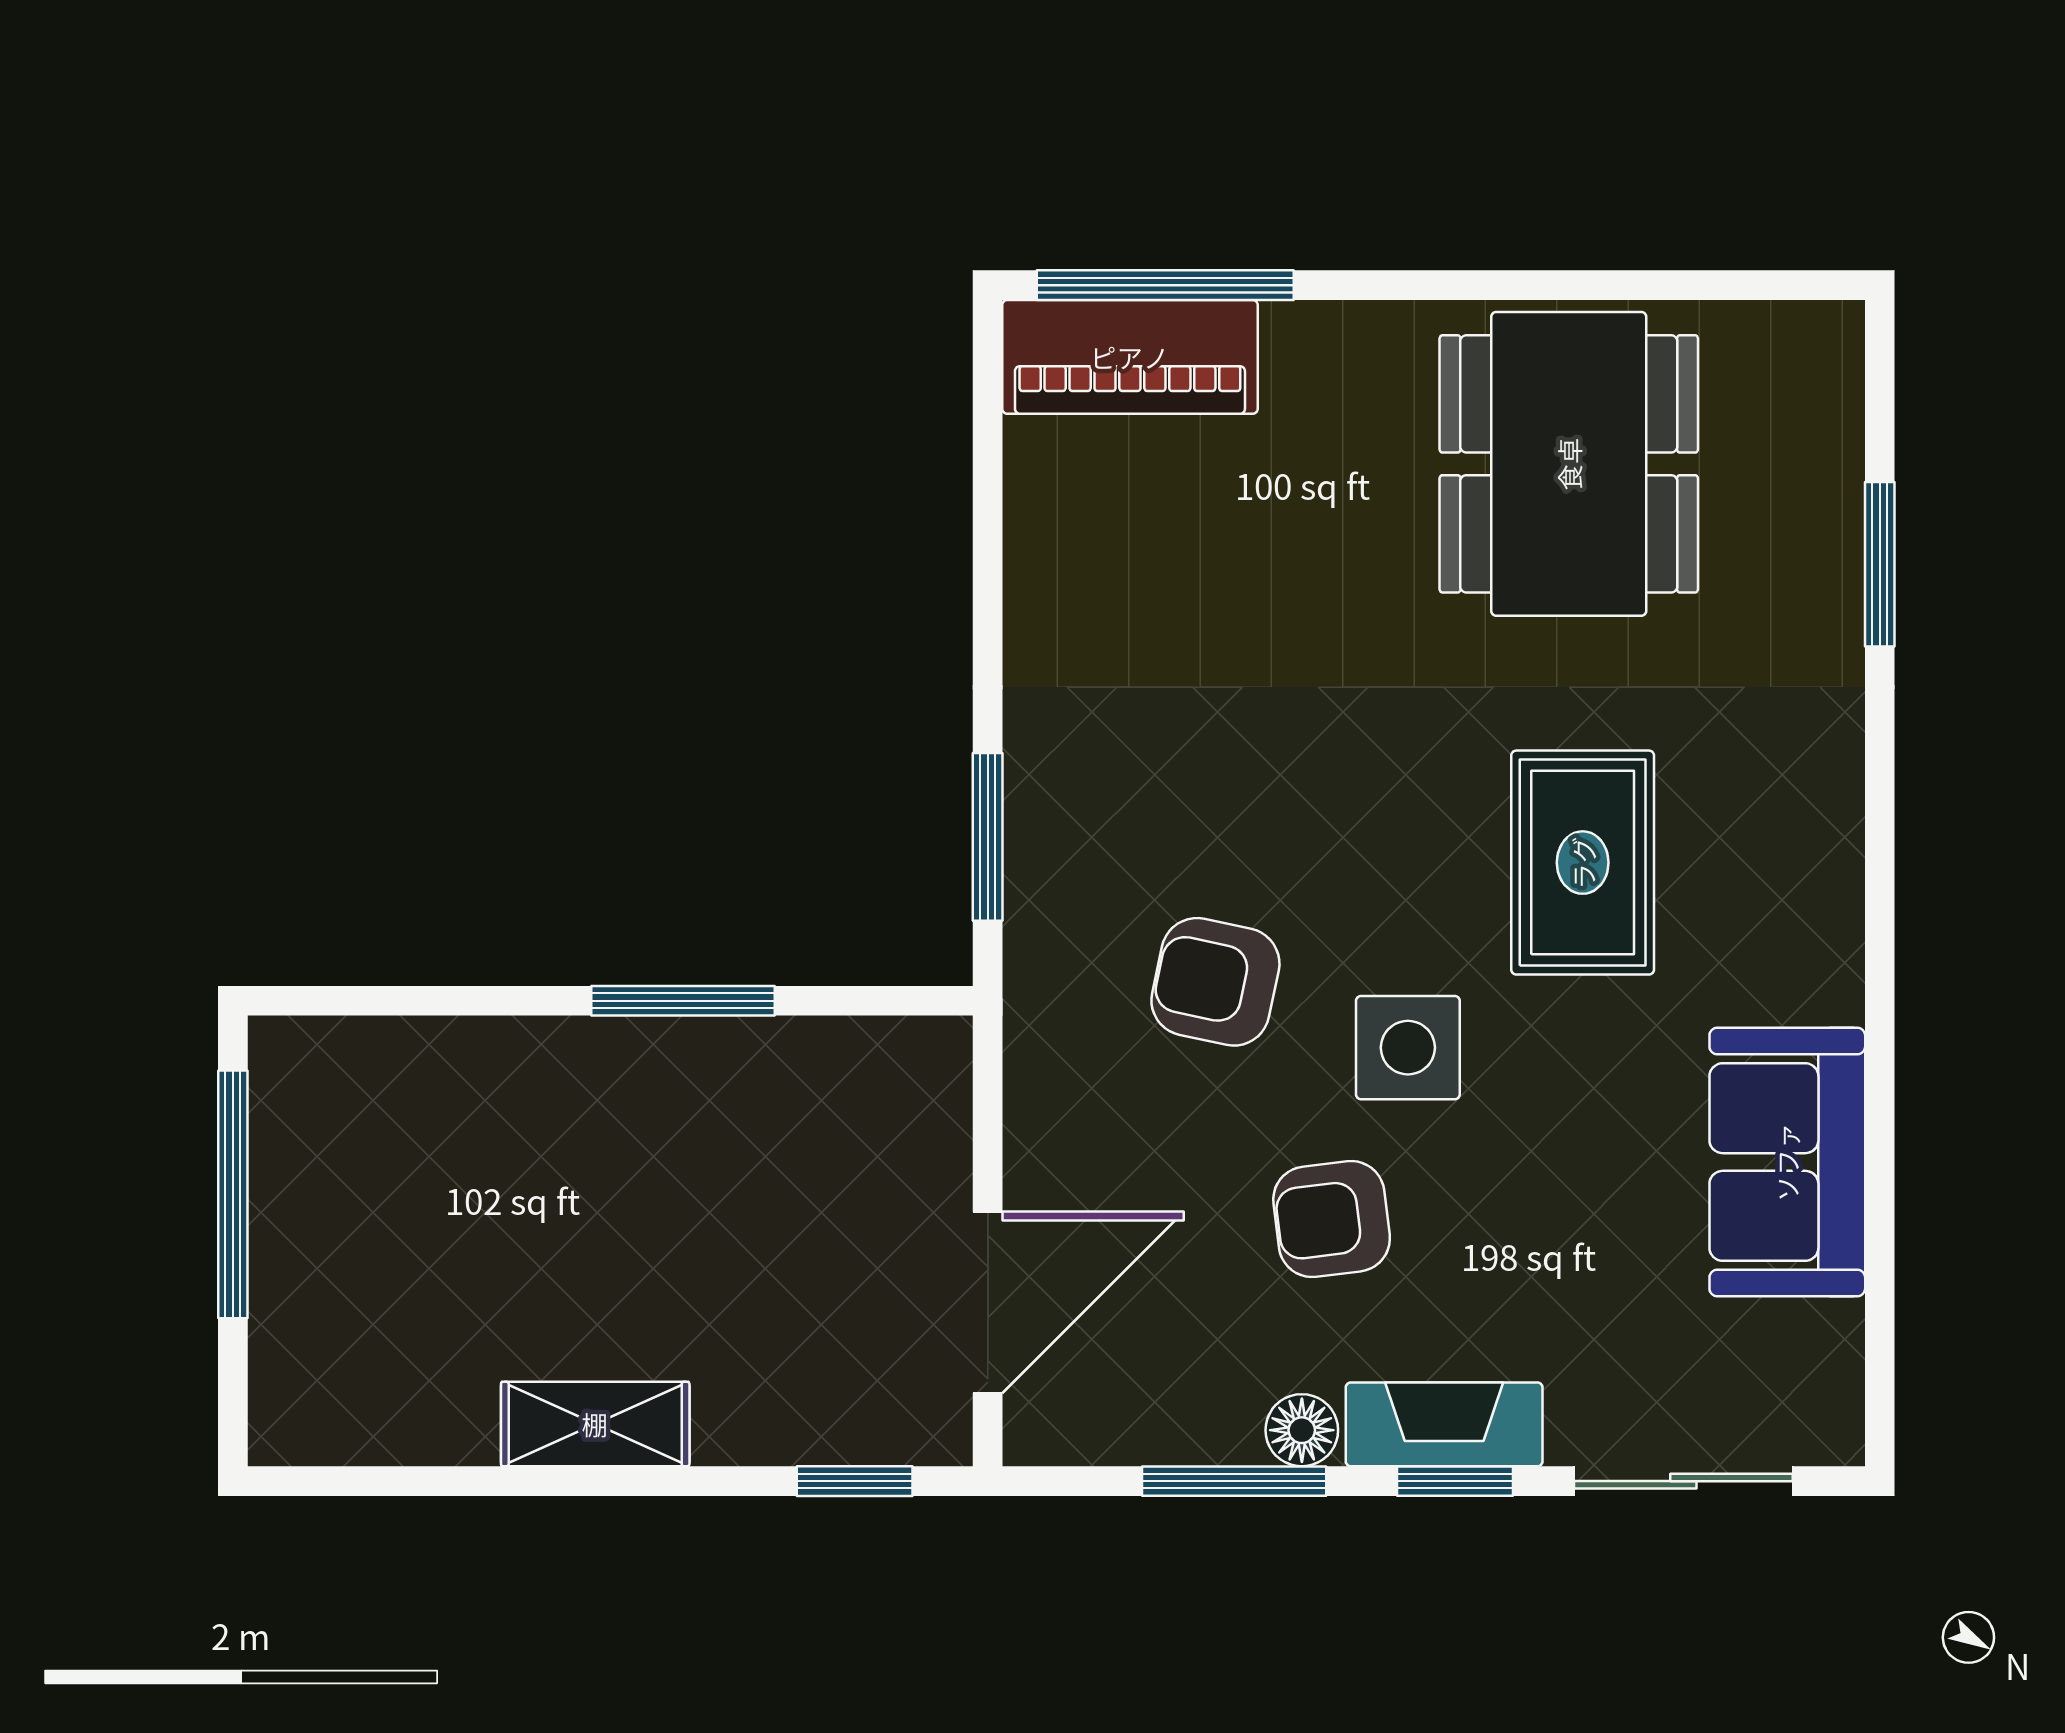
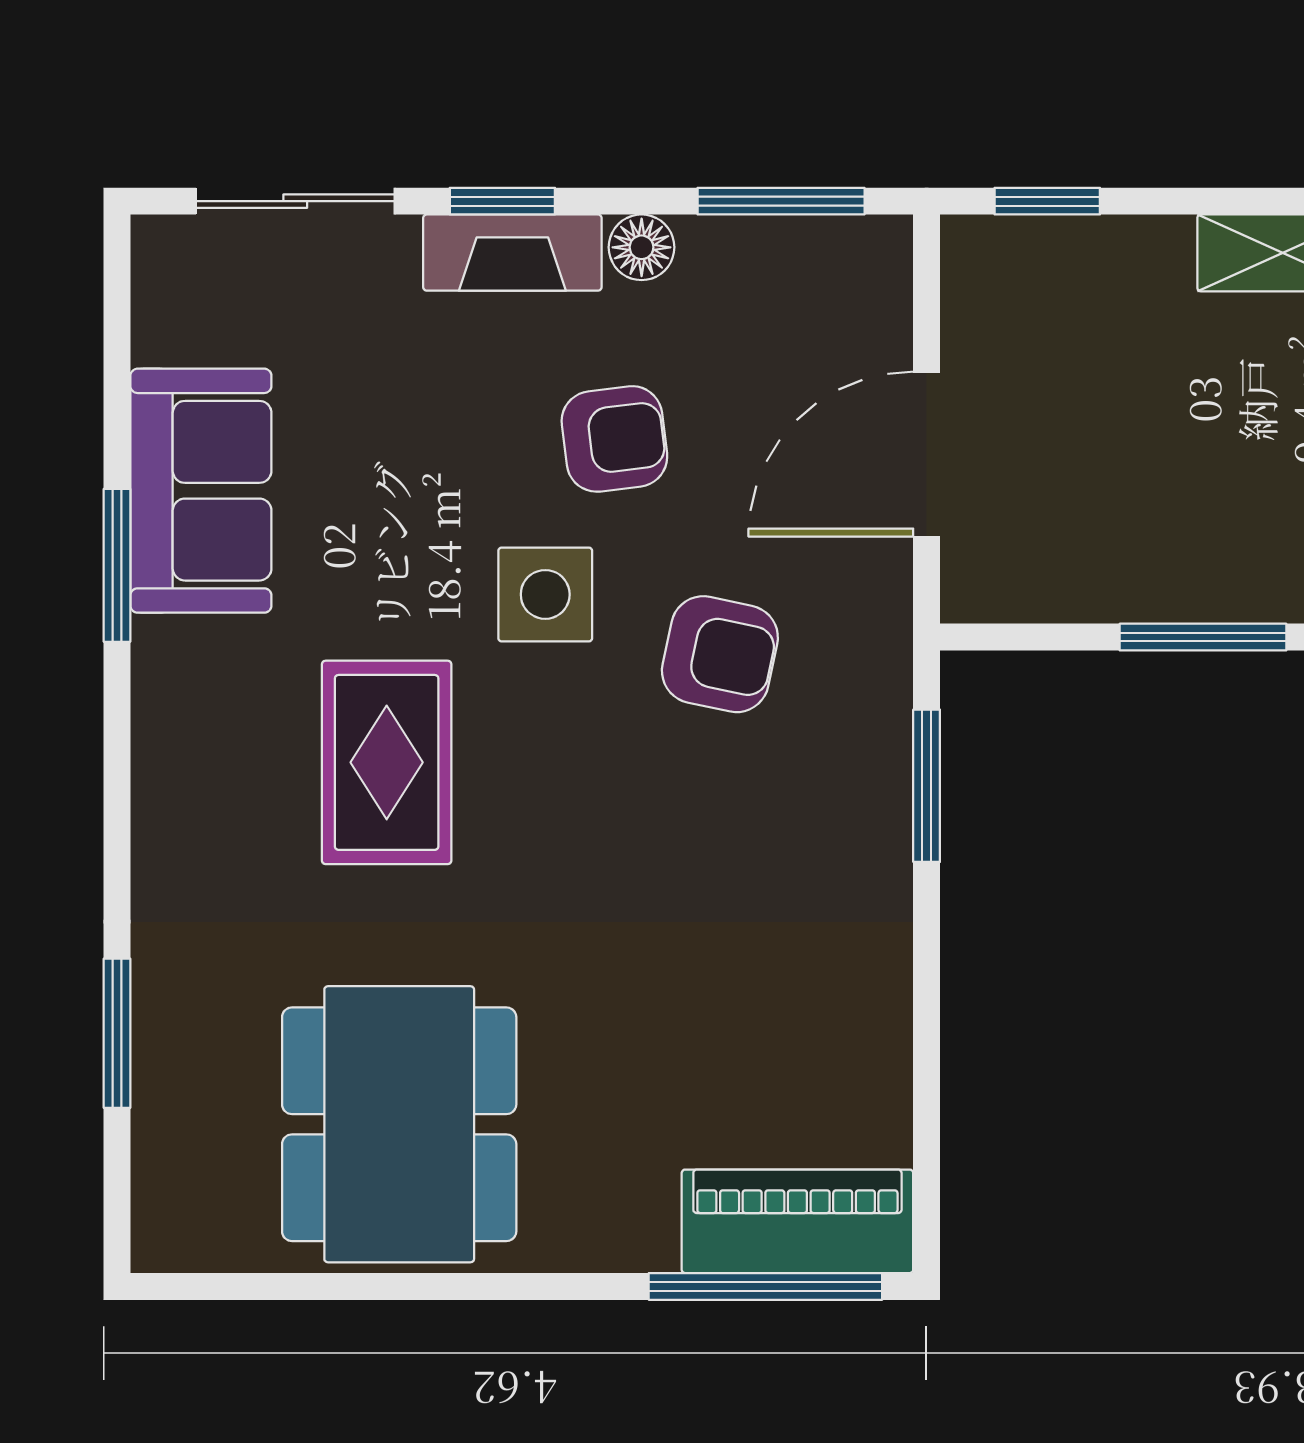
window: (1880, 1080) -> (117, 565), added
door: (988, 1302) -> (927, 454), moved
window: (1234, 1481) -> (781, 201), moved

